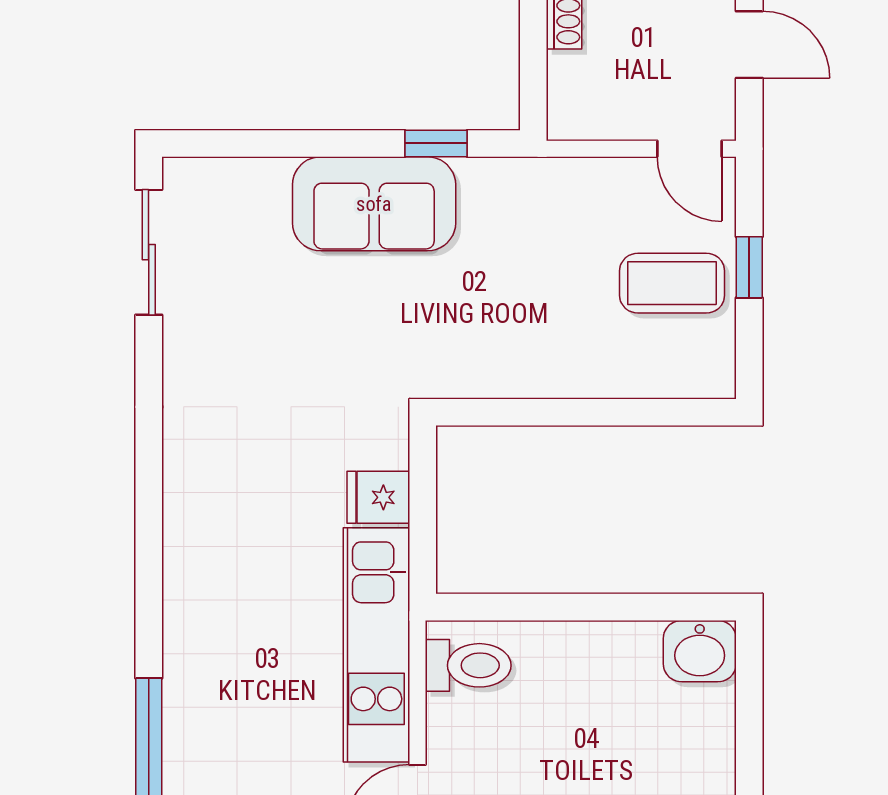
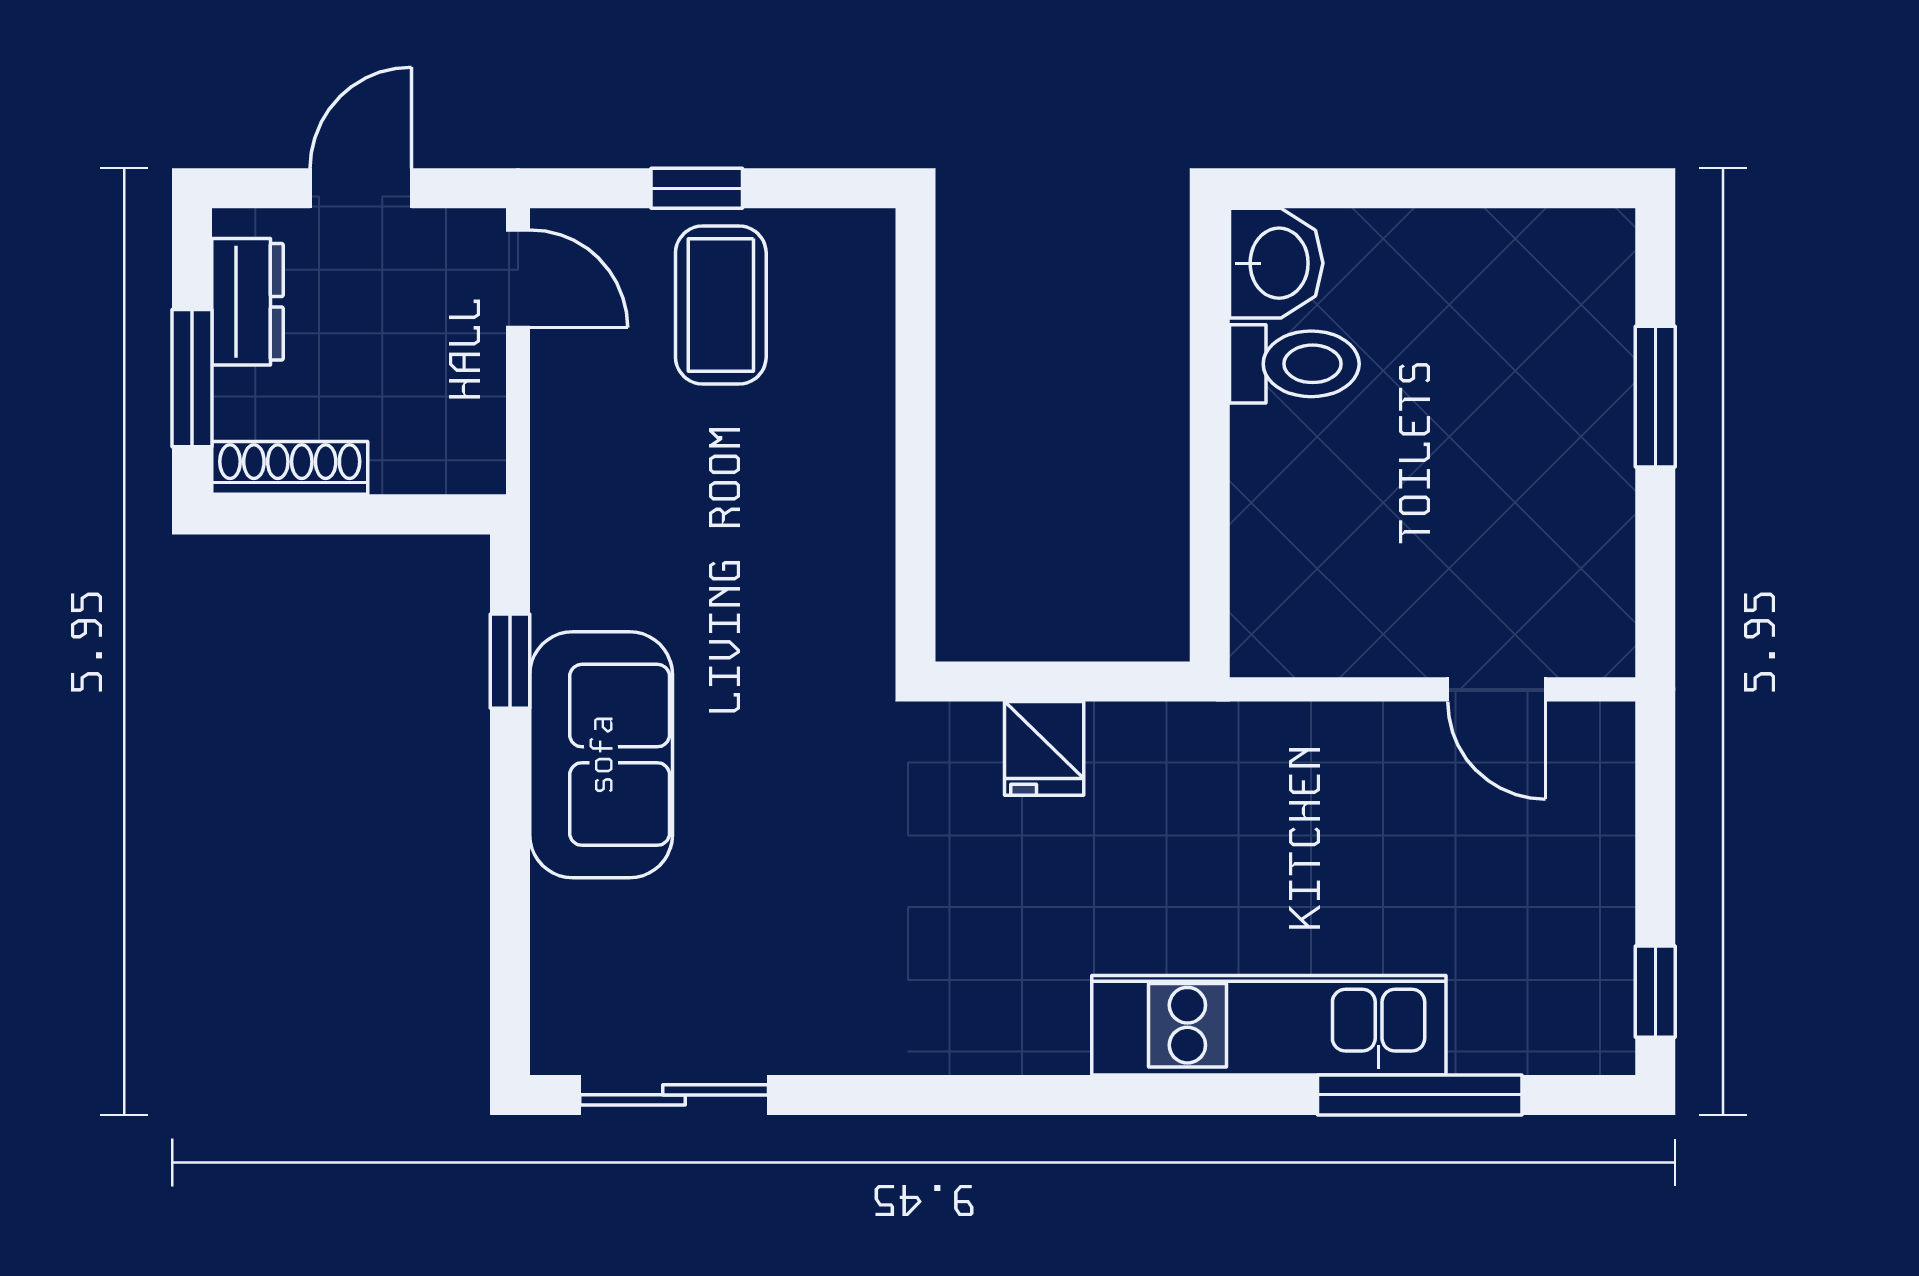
door: (690, 149) -> (518, 279), hinge flipped
kitchen unit: (376, 645) -> (1269, 1025), moved, turned 180
toilet: (468, 665) -> (1294, 364), moved, turned 90

